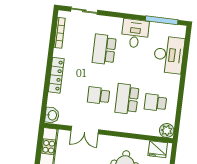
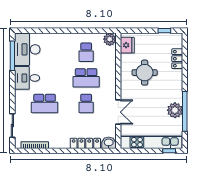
desk: (169, 55) -> (27, 49), moved, turned -90
locker: (56, 75) -> (85, 143), moved

